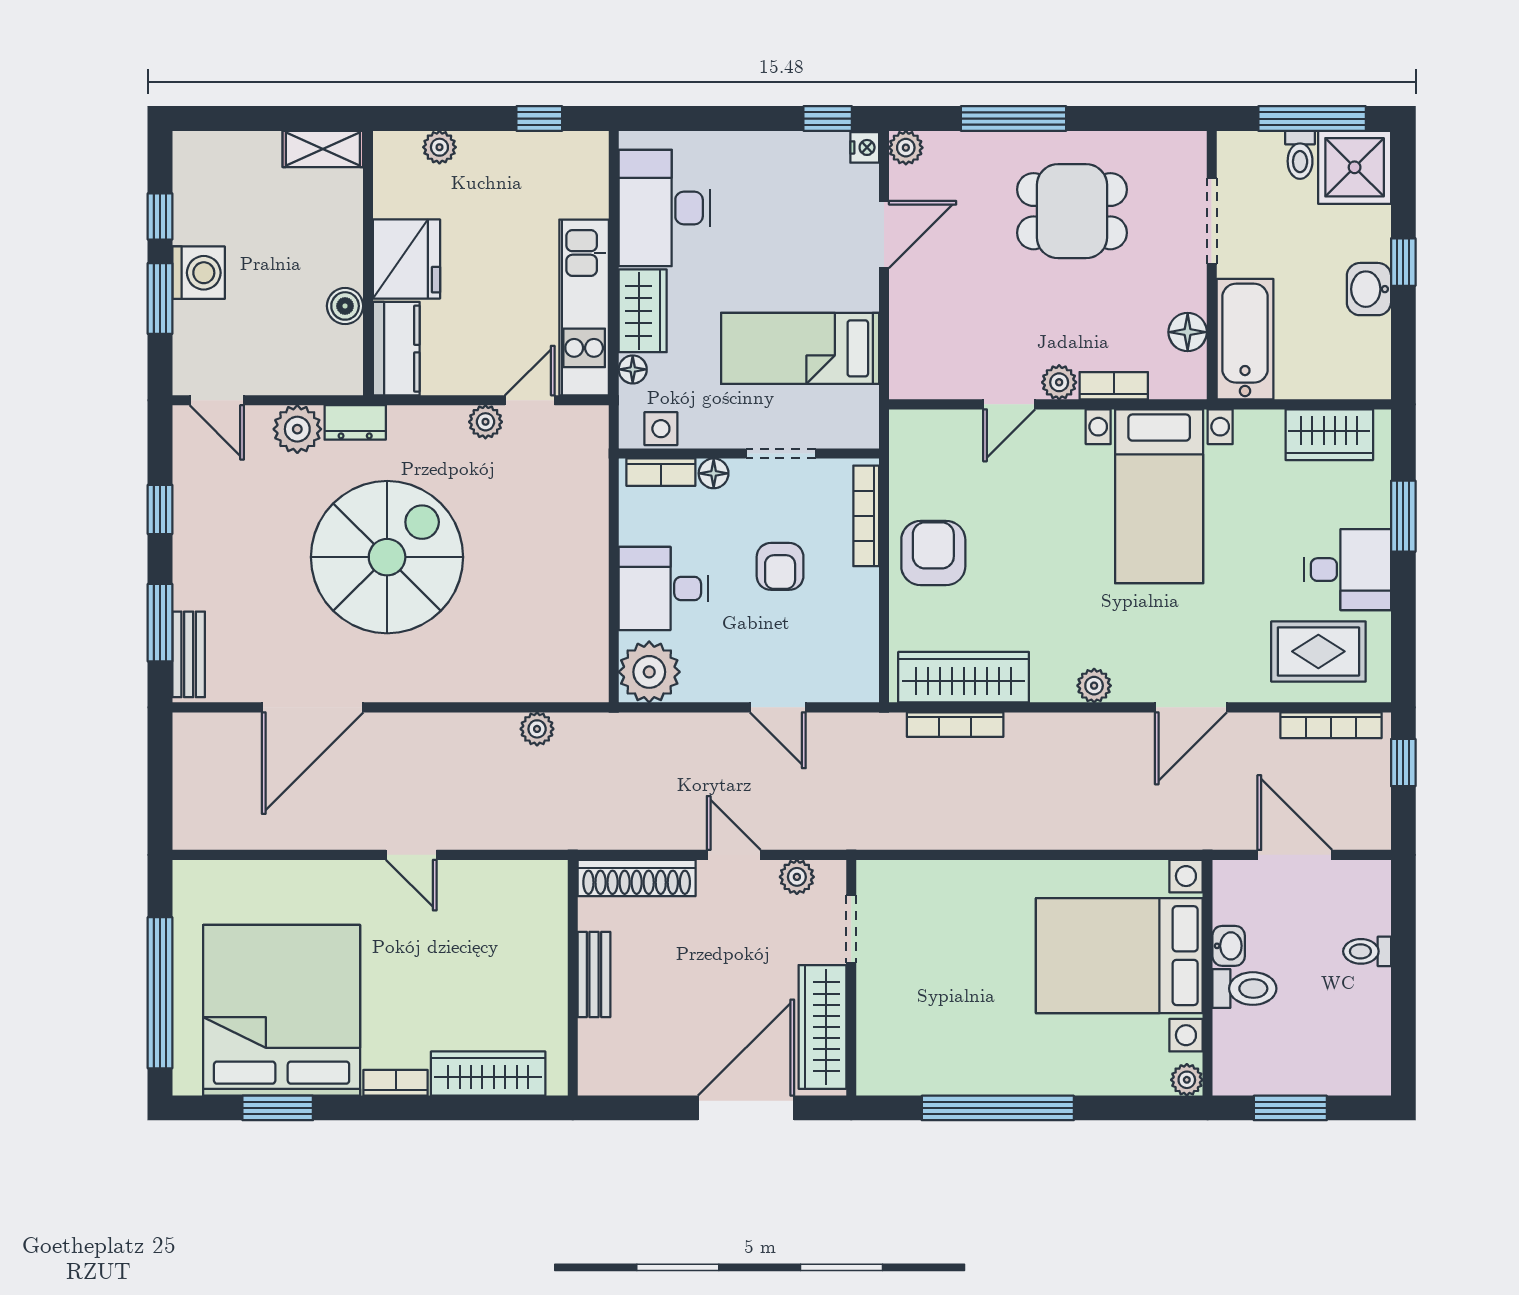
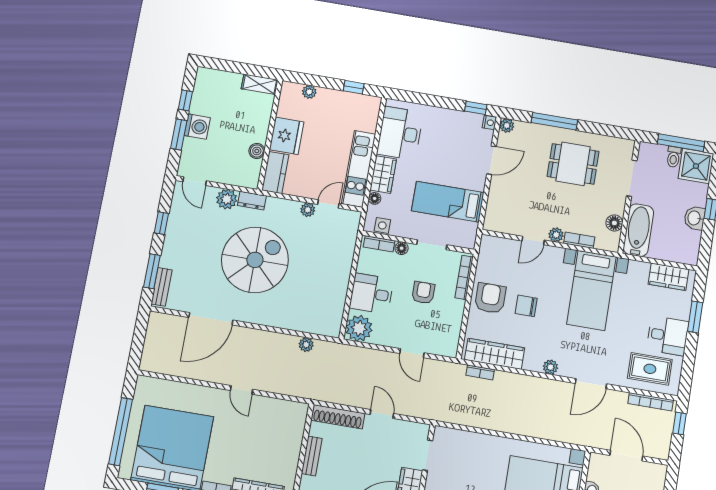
chair: (1017, 557) -> (526, 306), added
armchair: (780, 566) -> (423, 293), turned 180
bookcase: (955, 725) -> (480, 372), width x0.64
plant: (797, 877) -> (408, 428), removed

